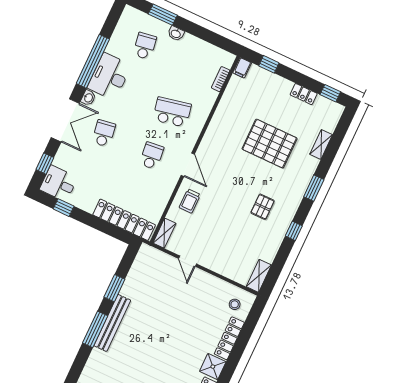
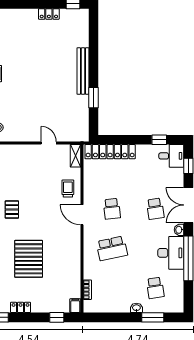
pallet: (270, 144) -> (29, 259), turned 90
window: (95, 329) -> (93, 60), removed

